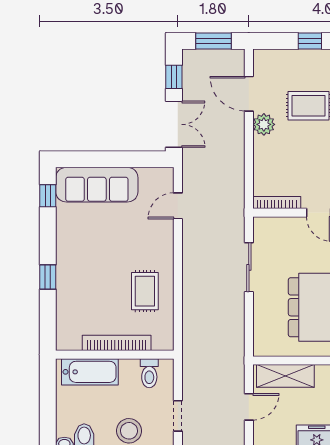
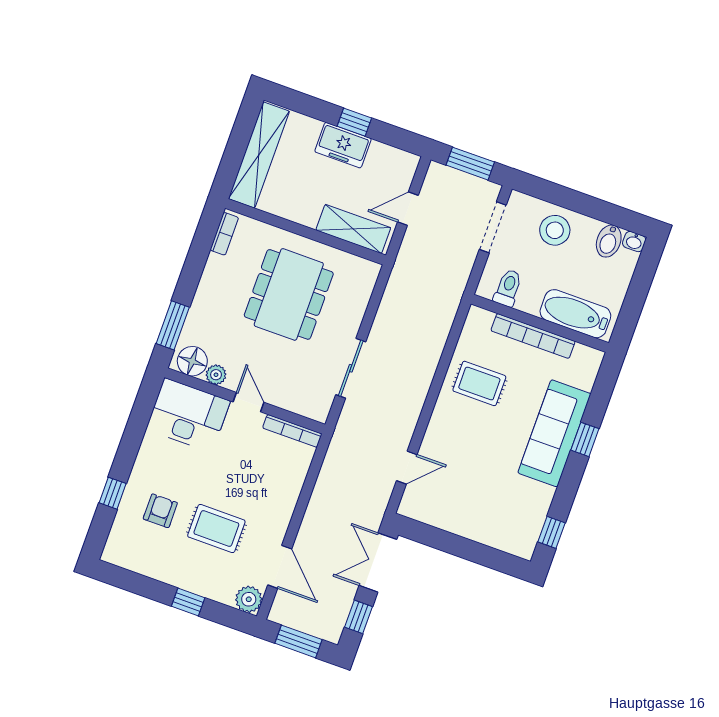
plant: (264, 124) -> (249, 599), moved
sofa: (97, 185) -> (554, 433), moved, turned -90
rug: (145, 291) -> (479, 383), turned 90
doorway: (178, 416) -> (493, 227), width x1.38

